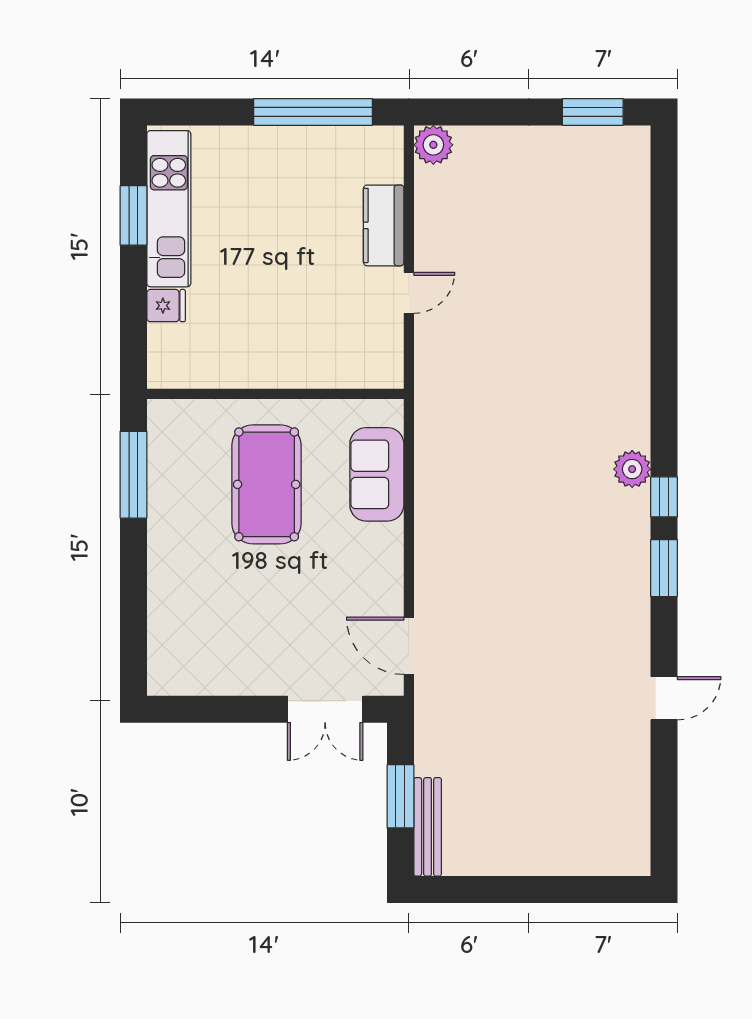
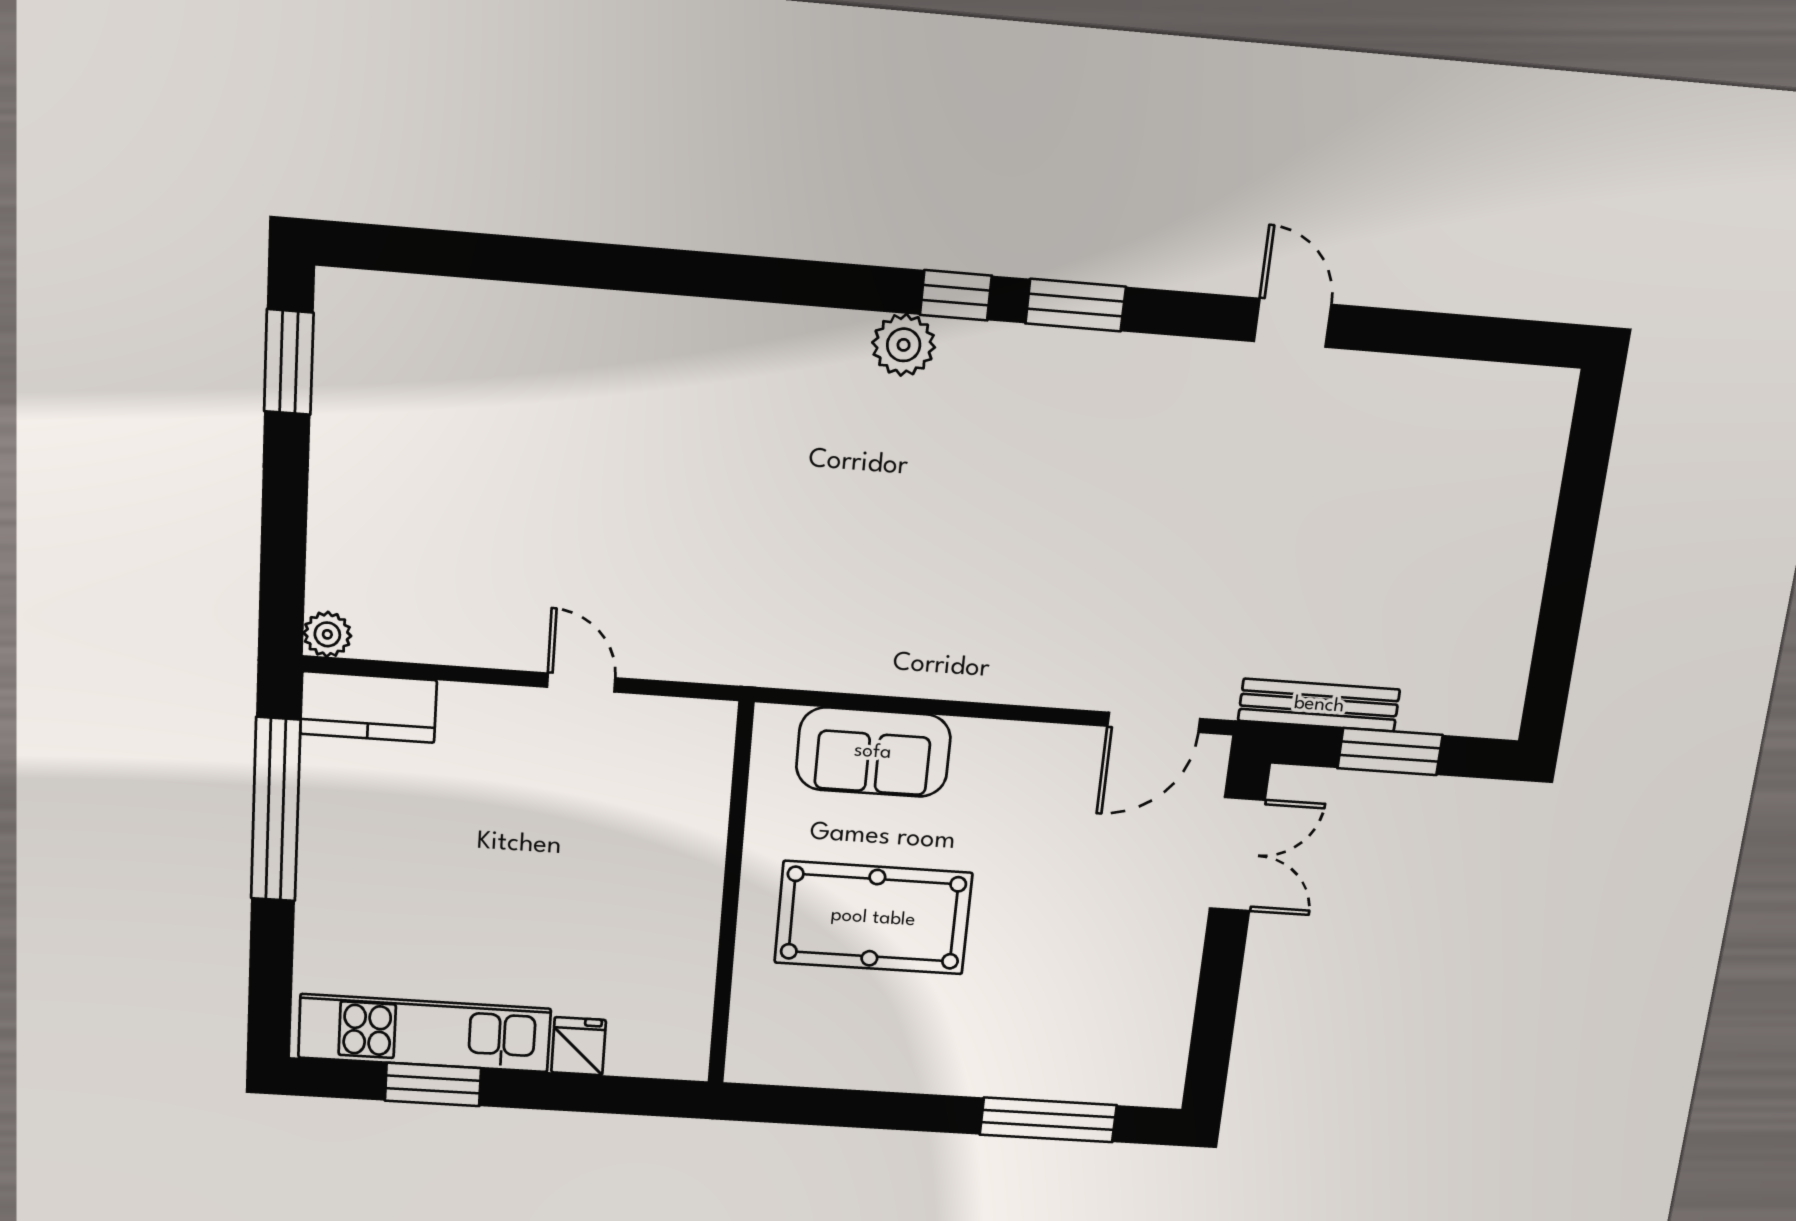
plant: (433, 145) -> (327, 634), width x0.73, depth x0.73
kitchen counter: (384, 225) -> (368, 707), moved
window: (133, 475) -> (1048, 1120), moved
bench: (428, 827) -> (1319, 705), moved

